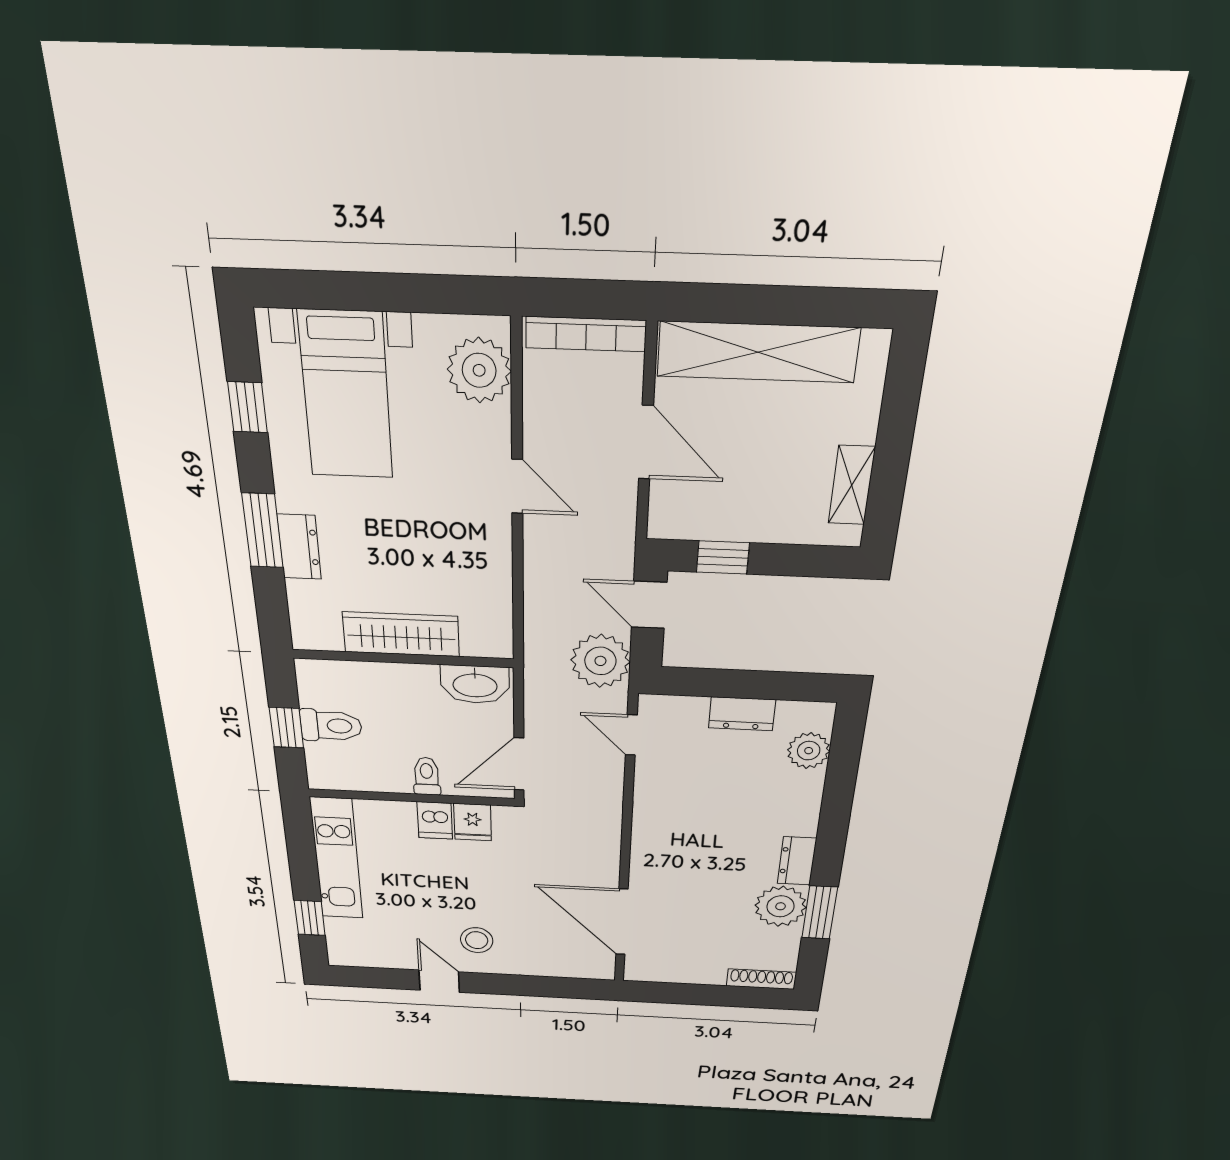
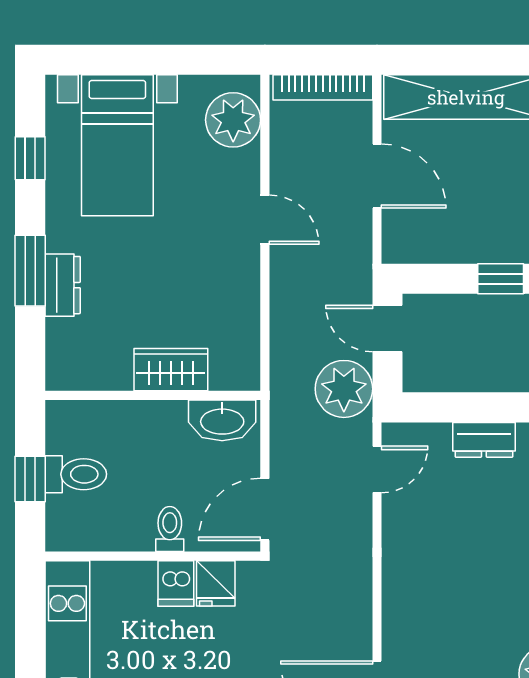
window: (723, 557) -> (501, 279), moved
wardrobe: (401, 634) -> (171, 370), width x0.67
door: (631, 735) -> (377, 469), swing flipped

